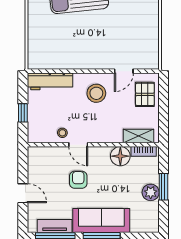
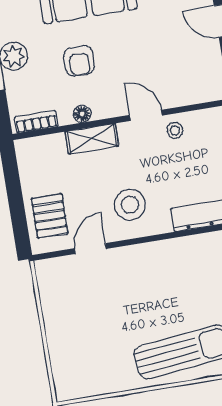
shelving: (139, 136) -> (92, 139), moved
floor lamp: (120, 156) -> (82, 114), width x0.53, depth x0.53
armchair: (78, 180) -> (79, 61), moved

